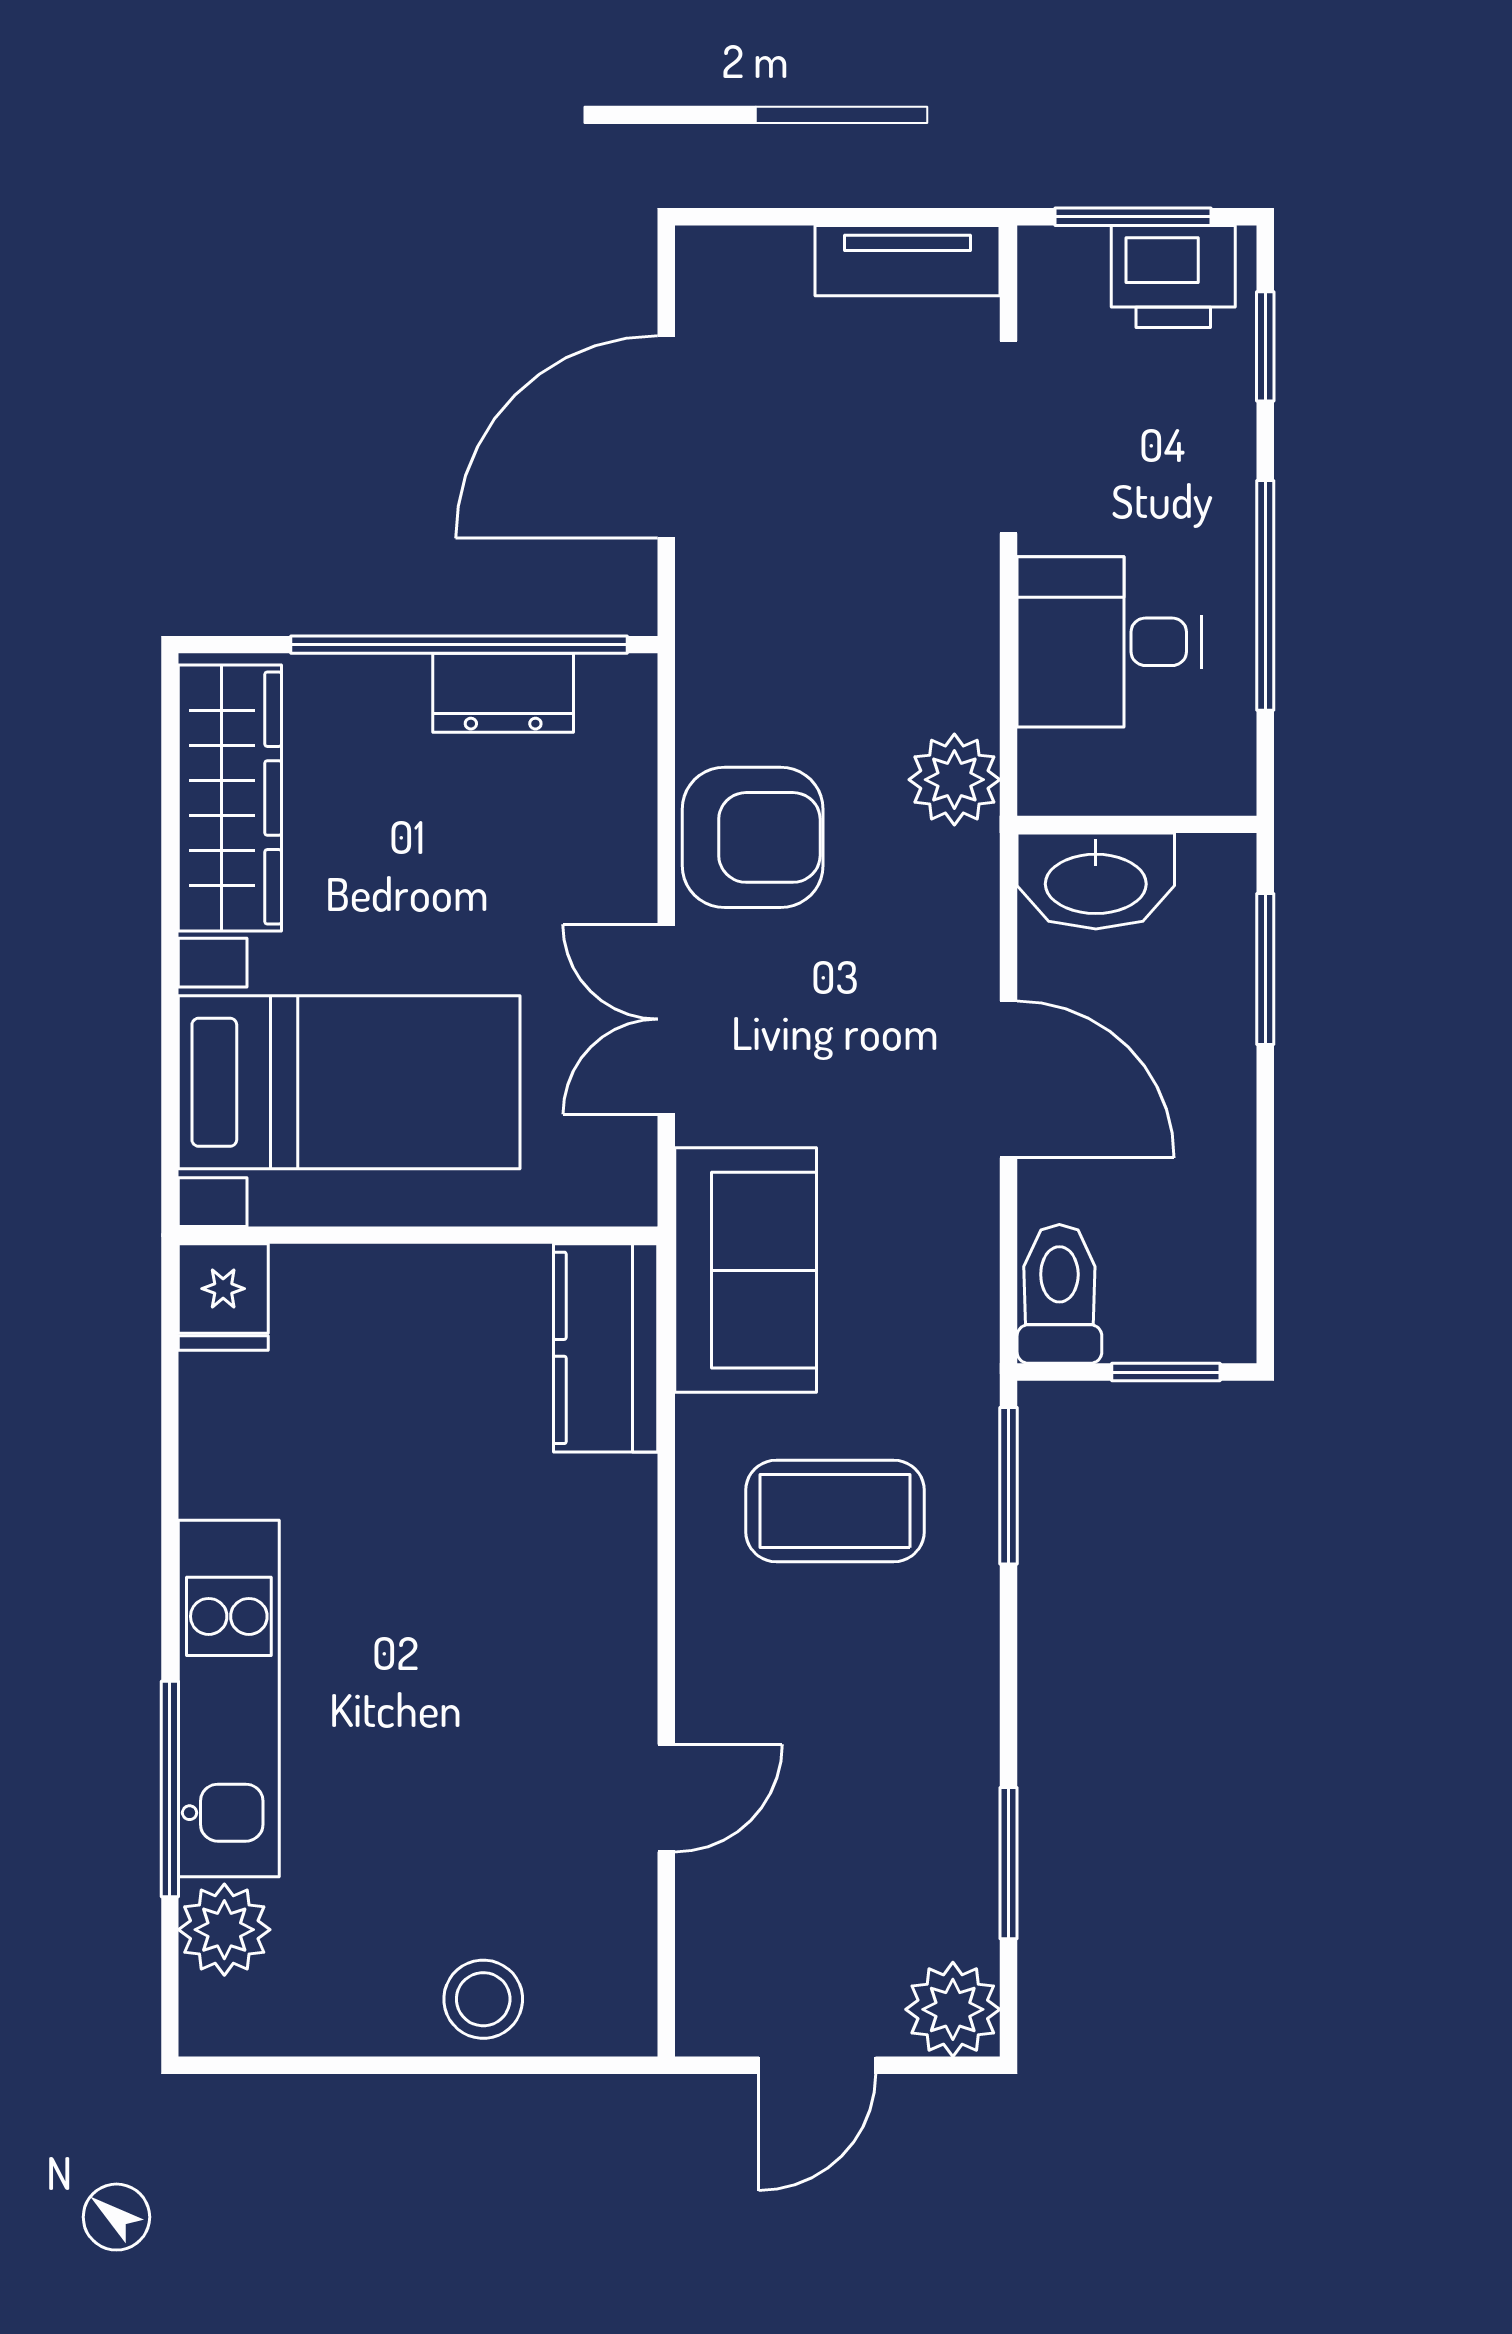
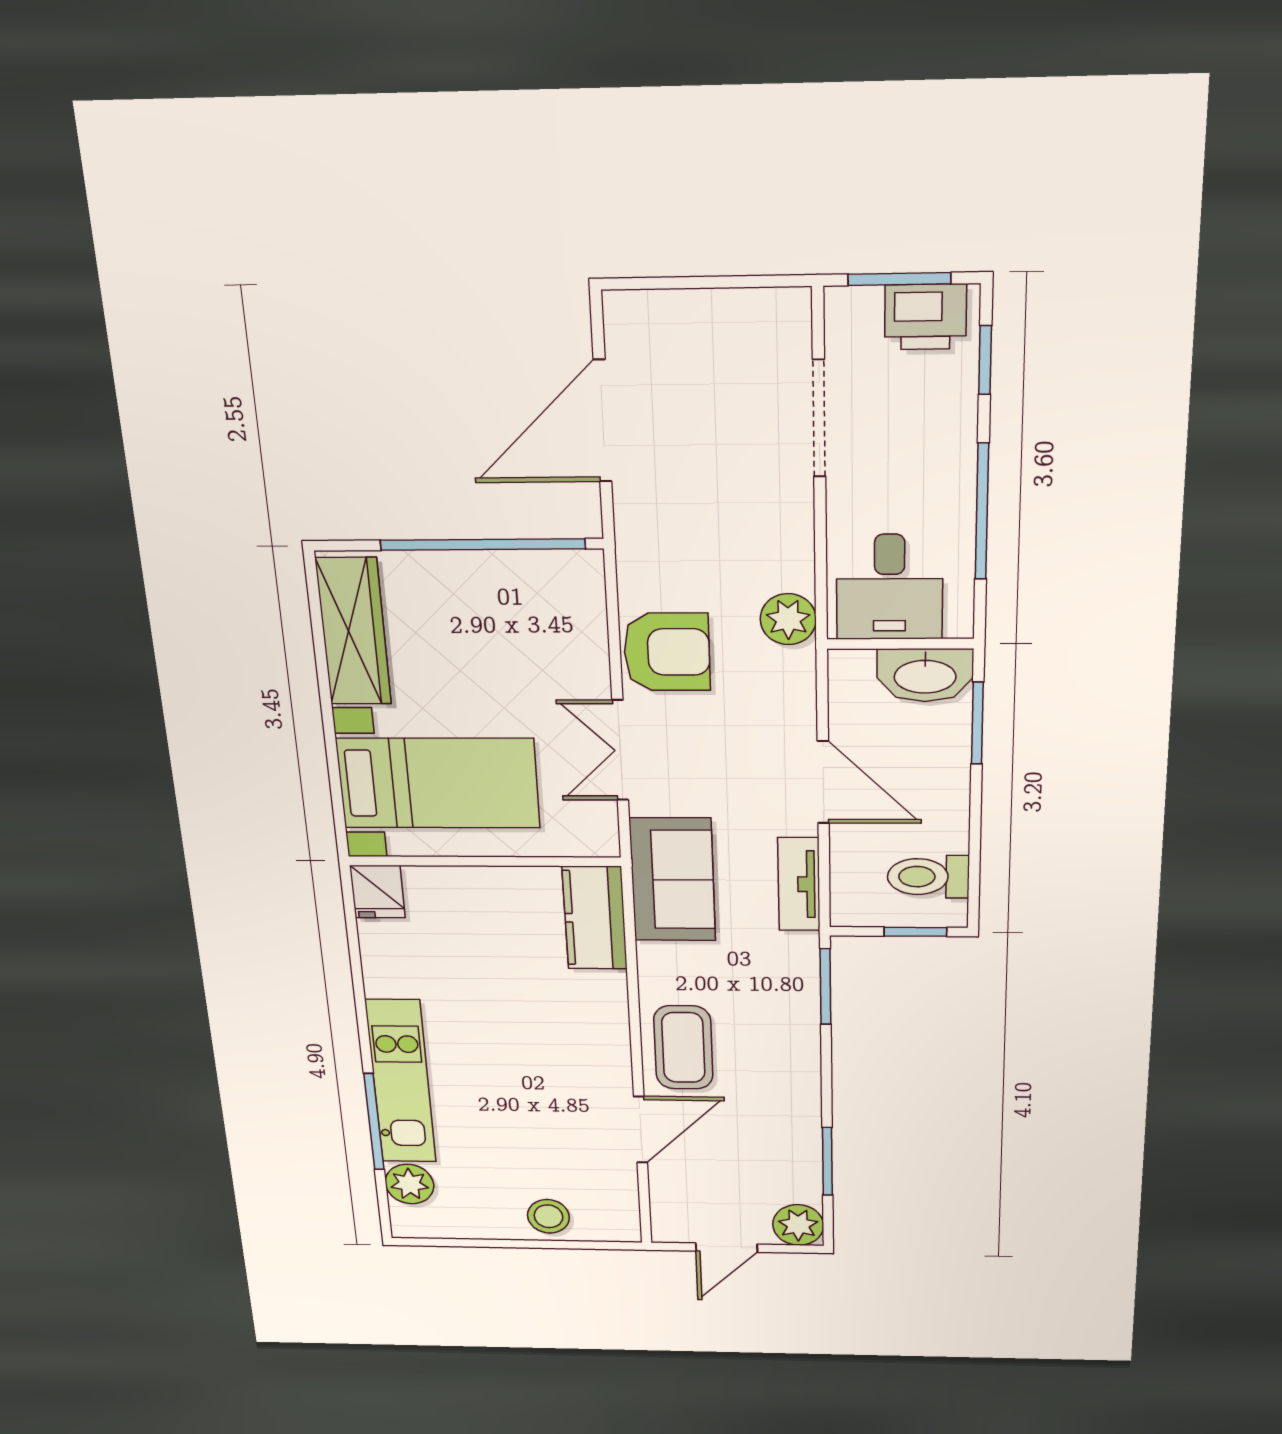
tv unit: (908, 261) -> (799, 884), moved, turned 90
desk: (1109, 642) -> (890, 587), moved, turned -90
dresser: (503, 693) -> (511, 572), removed
washbasin: (1096, 881) -> (925, 675), moved
toilet: (1059, 1294) -> (928, 877), moved, turned -90
coffee table: (835, 1511) -> (683, 1048), moved, turned 90
door: (666, 1798) -> (640, 1130), width x1.38

